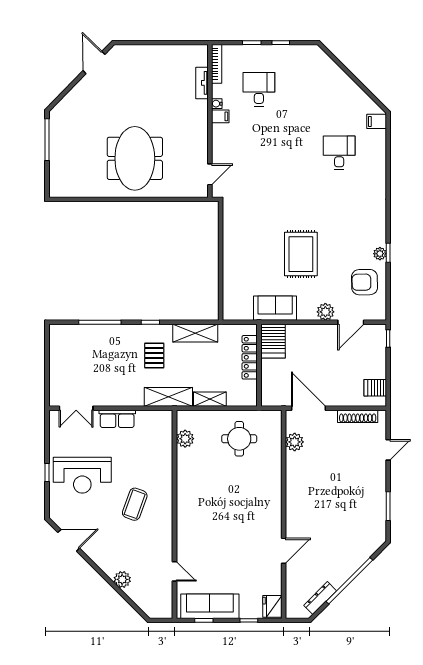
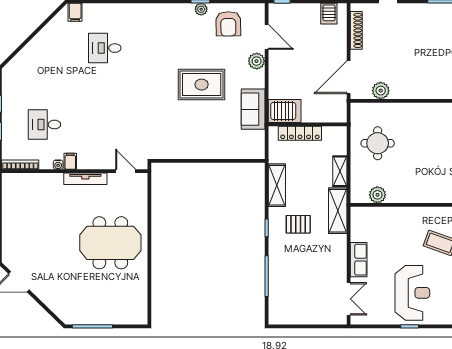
tv unit: (202, 83) -> (85, 179), moved, width x1.41

